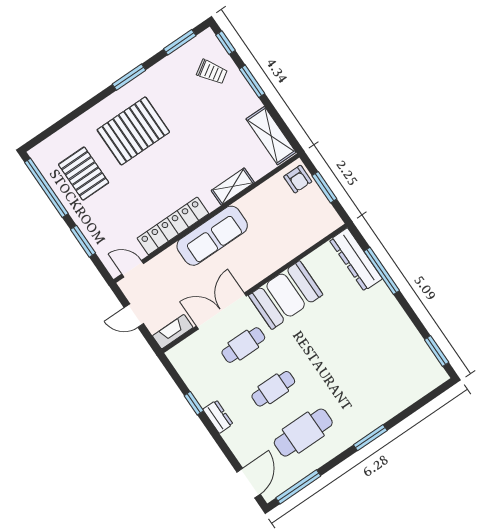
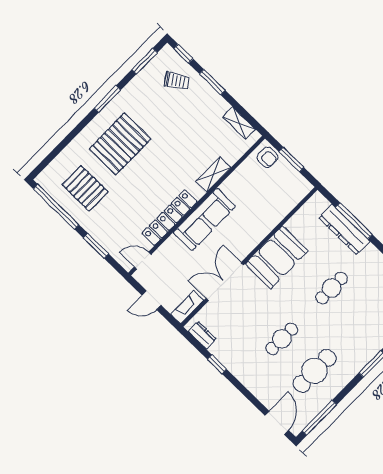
shelving: (271, 136) -> (239, 123), width x0.67, depth x0.75
dresser: (356, 259) -> (344, 230), moved
cafe table: (243, 345) -> (332, 288), moved
dresser: (218, 417) -> (202, 335), moved

